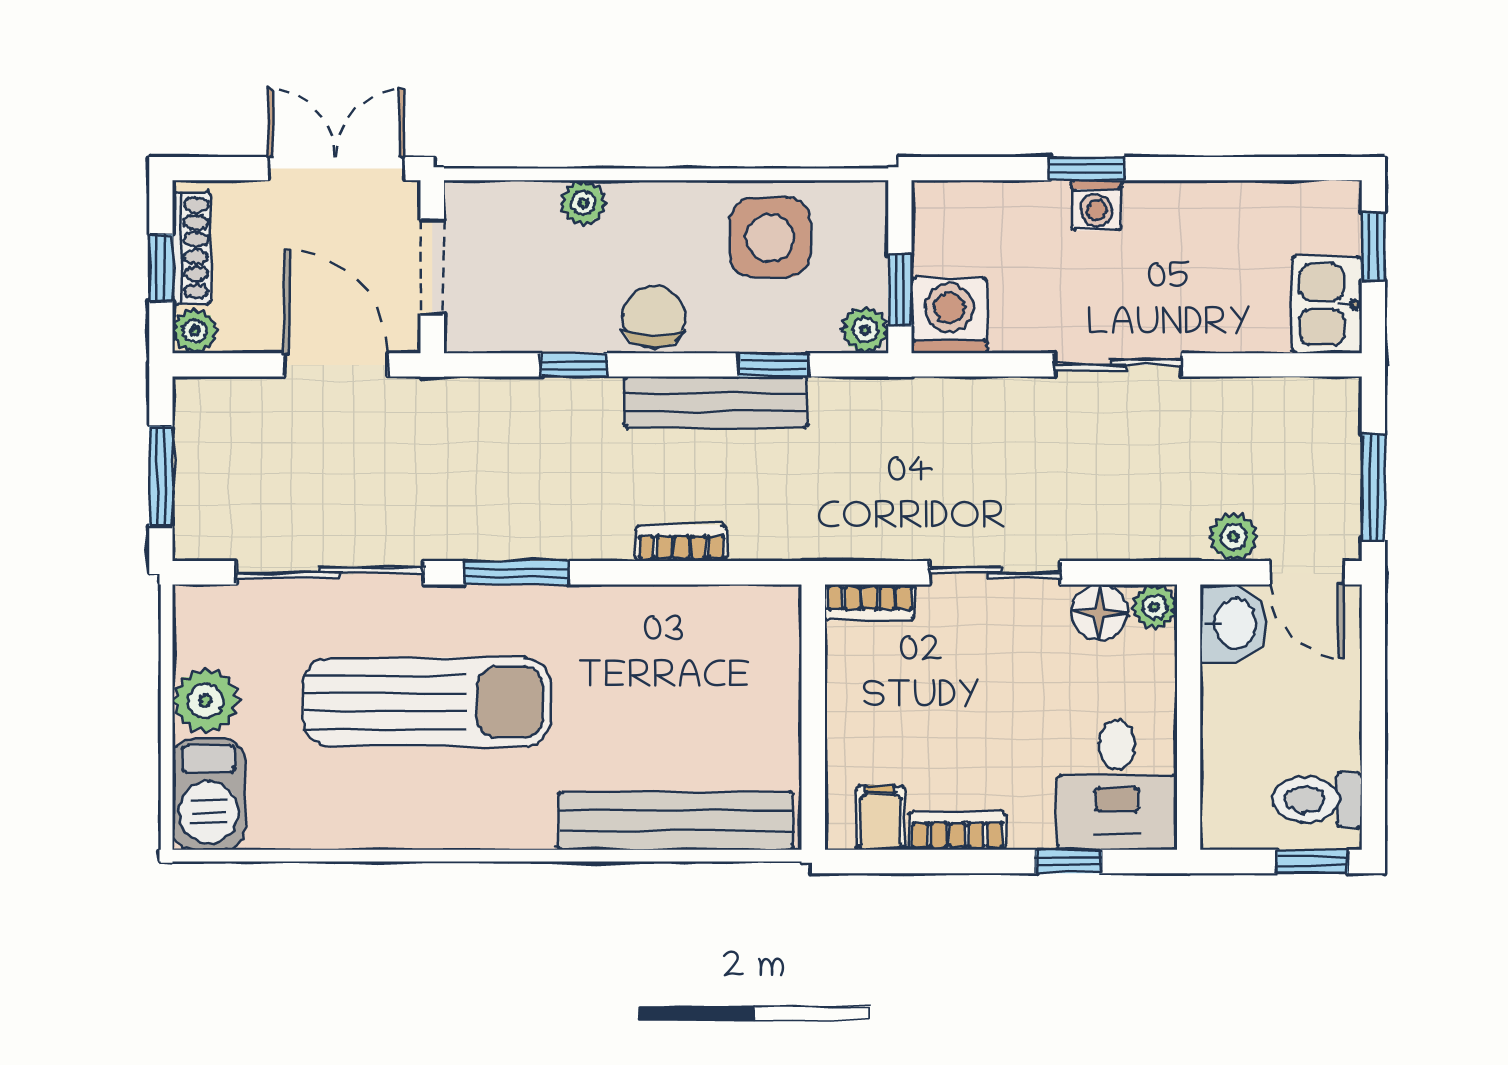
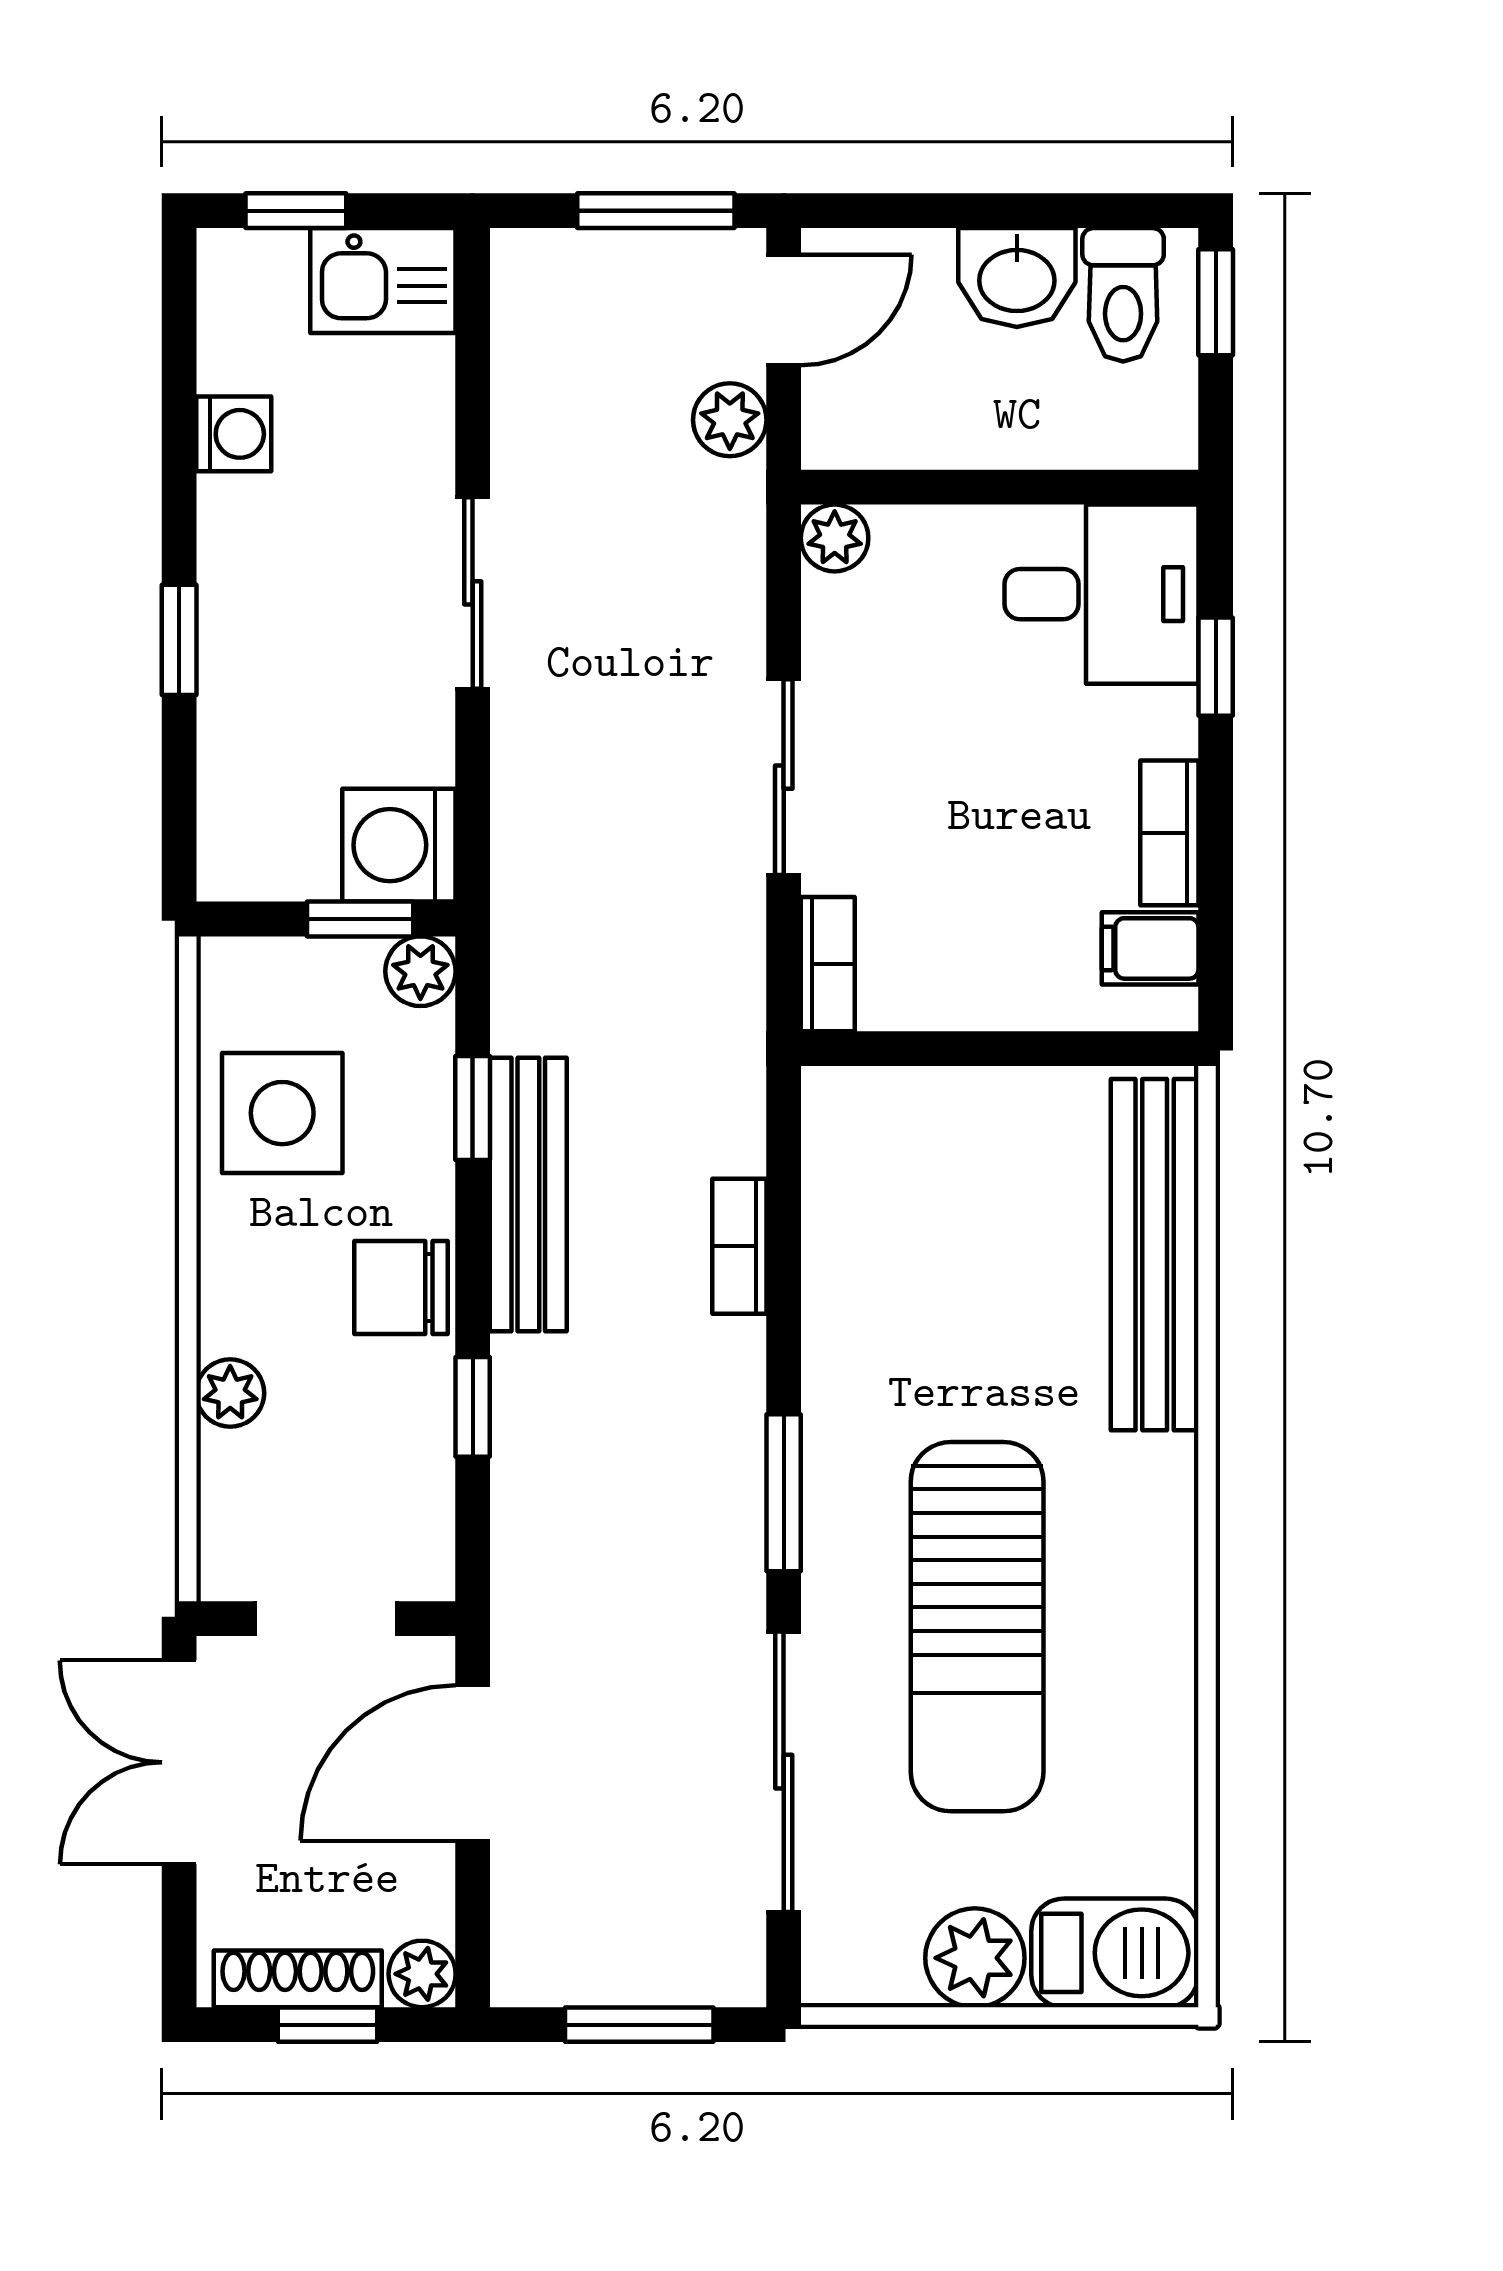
washing machine: (1096, 205) -> (234, 434), moved
floor lamp: (1099, 612) -> (843, 620), removed
washbasin: (1233, 623) -> (1017, 278), moved, turned 180
sun lounger: (427, 702) -> (977, 1627), turned 180

